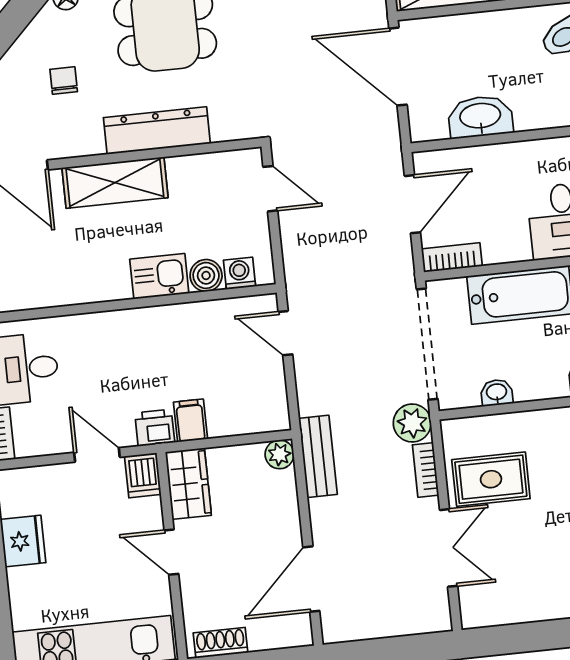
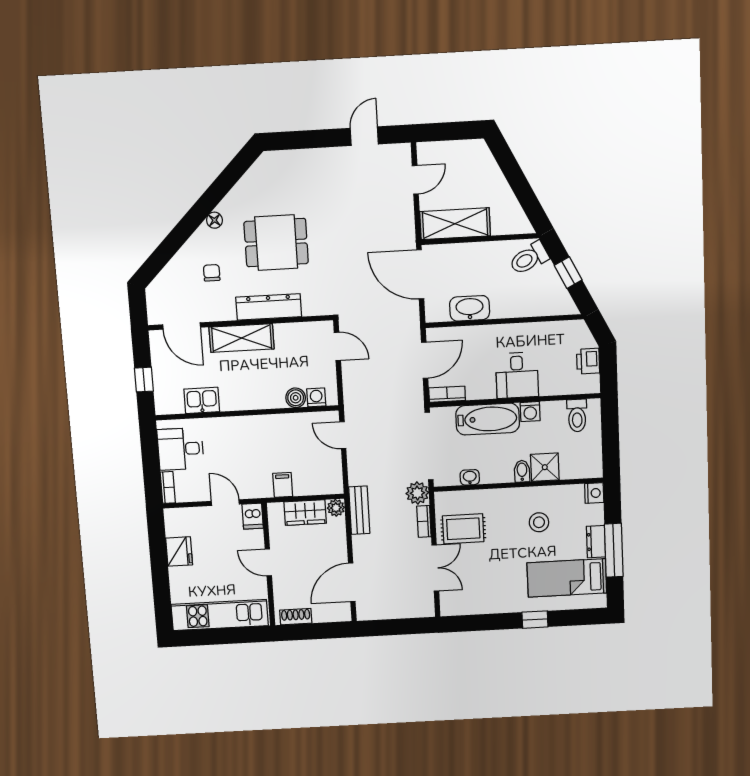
kitchen sink: (159, 276) -> (202, 400), moved
printer: (155, 428) -> (261, 488), removed
wardrobe: (188, 484) -> (305, 513), moved, turned 90

